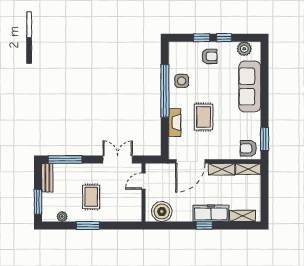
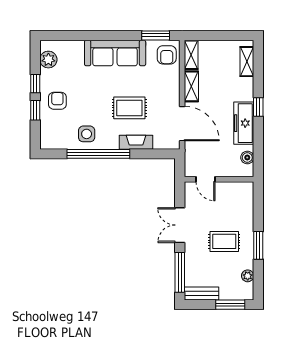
sofa: (250, 86) -> (115, 53), moved
double door: (118, 159) -> (180, 225), moved
boiler: (162, 212) -> (247, 158), width x0.54, depth x0.54
freezer: (211, 213) -> (244, 123), moved

